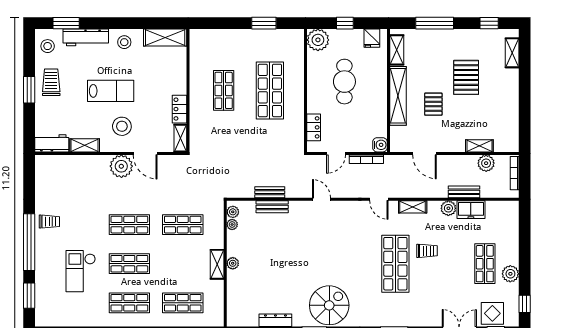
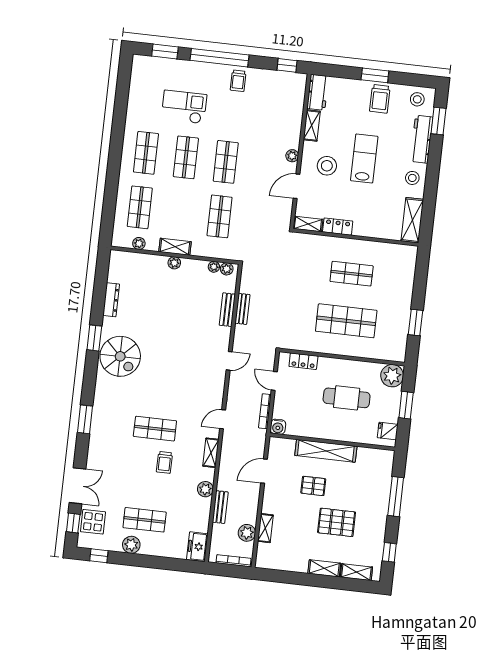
window: (345, 23) -> (406, 405), width x1.50
shelving: (397, 50) -> (324, 568), moved
trolley: (51, 82) -> (380, 99), turned 90
lab bench: (111, 91) -> (364, 158), turned 180
plant: (121, 166) -> (292, 156), width x0.53, depth x0.53
window: (29, 176) -> (287, 65), added
freezer: (471, 210) -> (197, 547), moved
shop shelf: (395, 264) -> (155, 429), width x0.70, depth x0.74
plant: (218, 300) -> (139, 243), added

